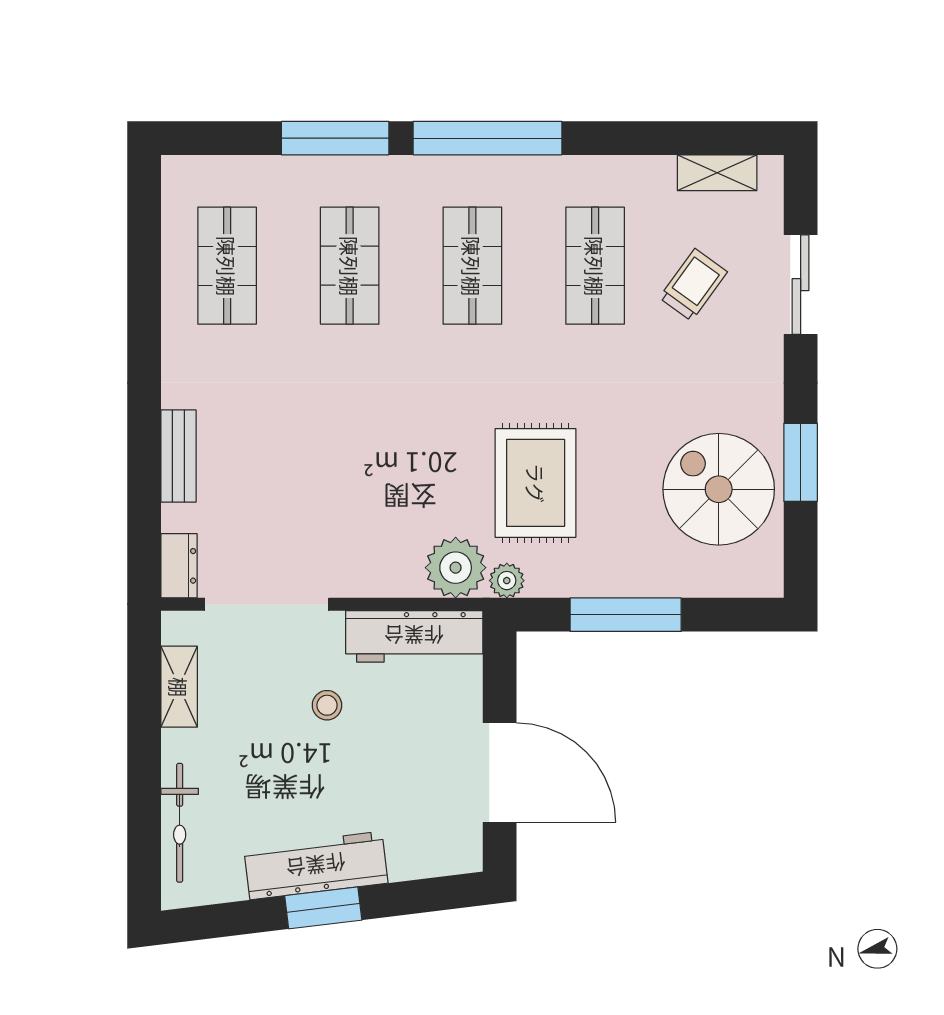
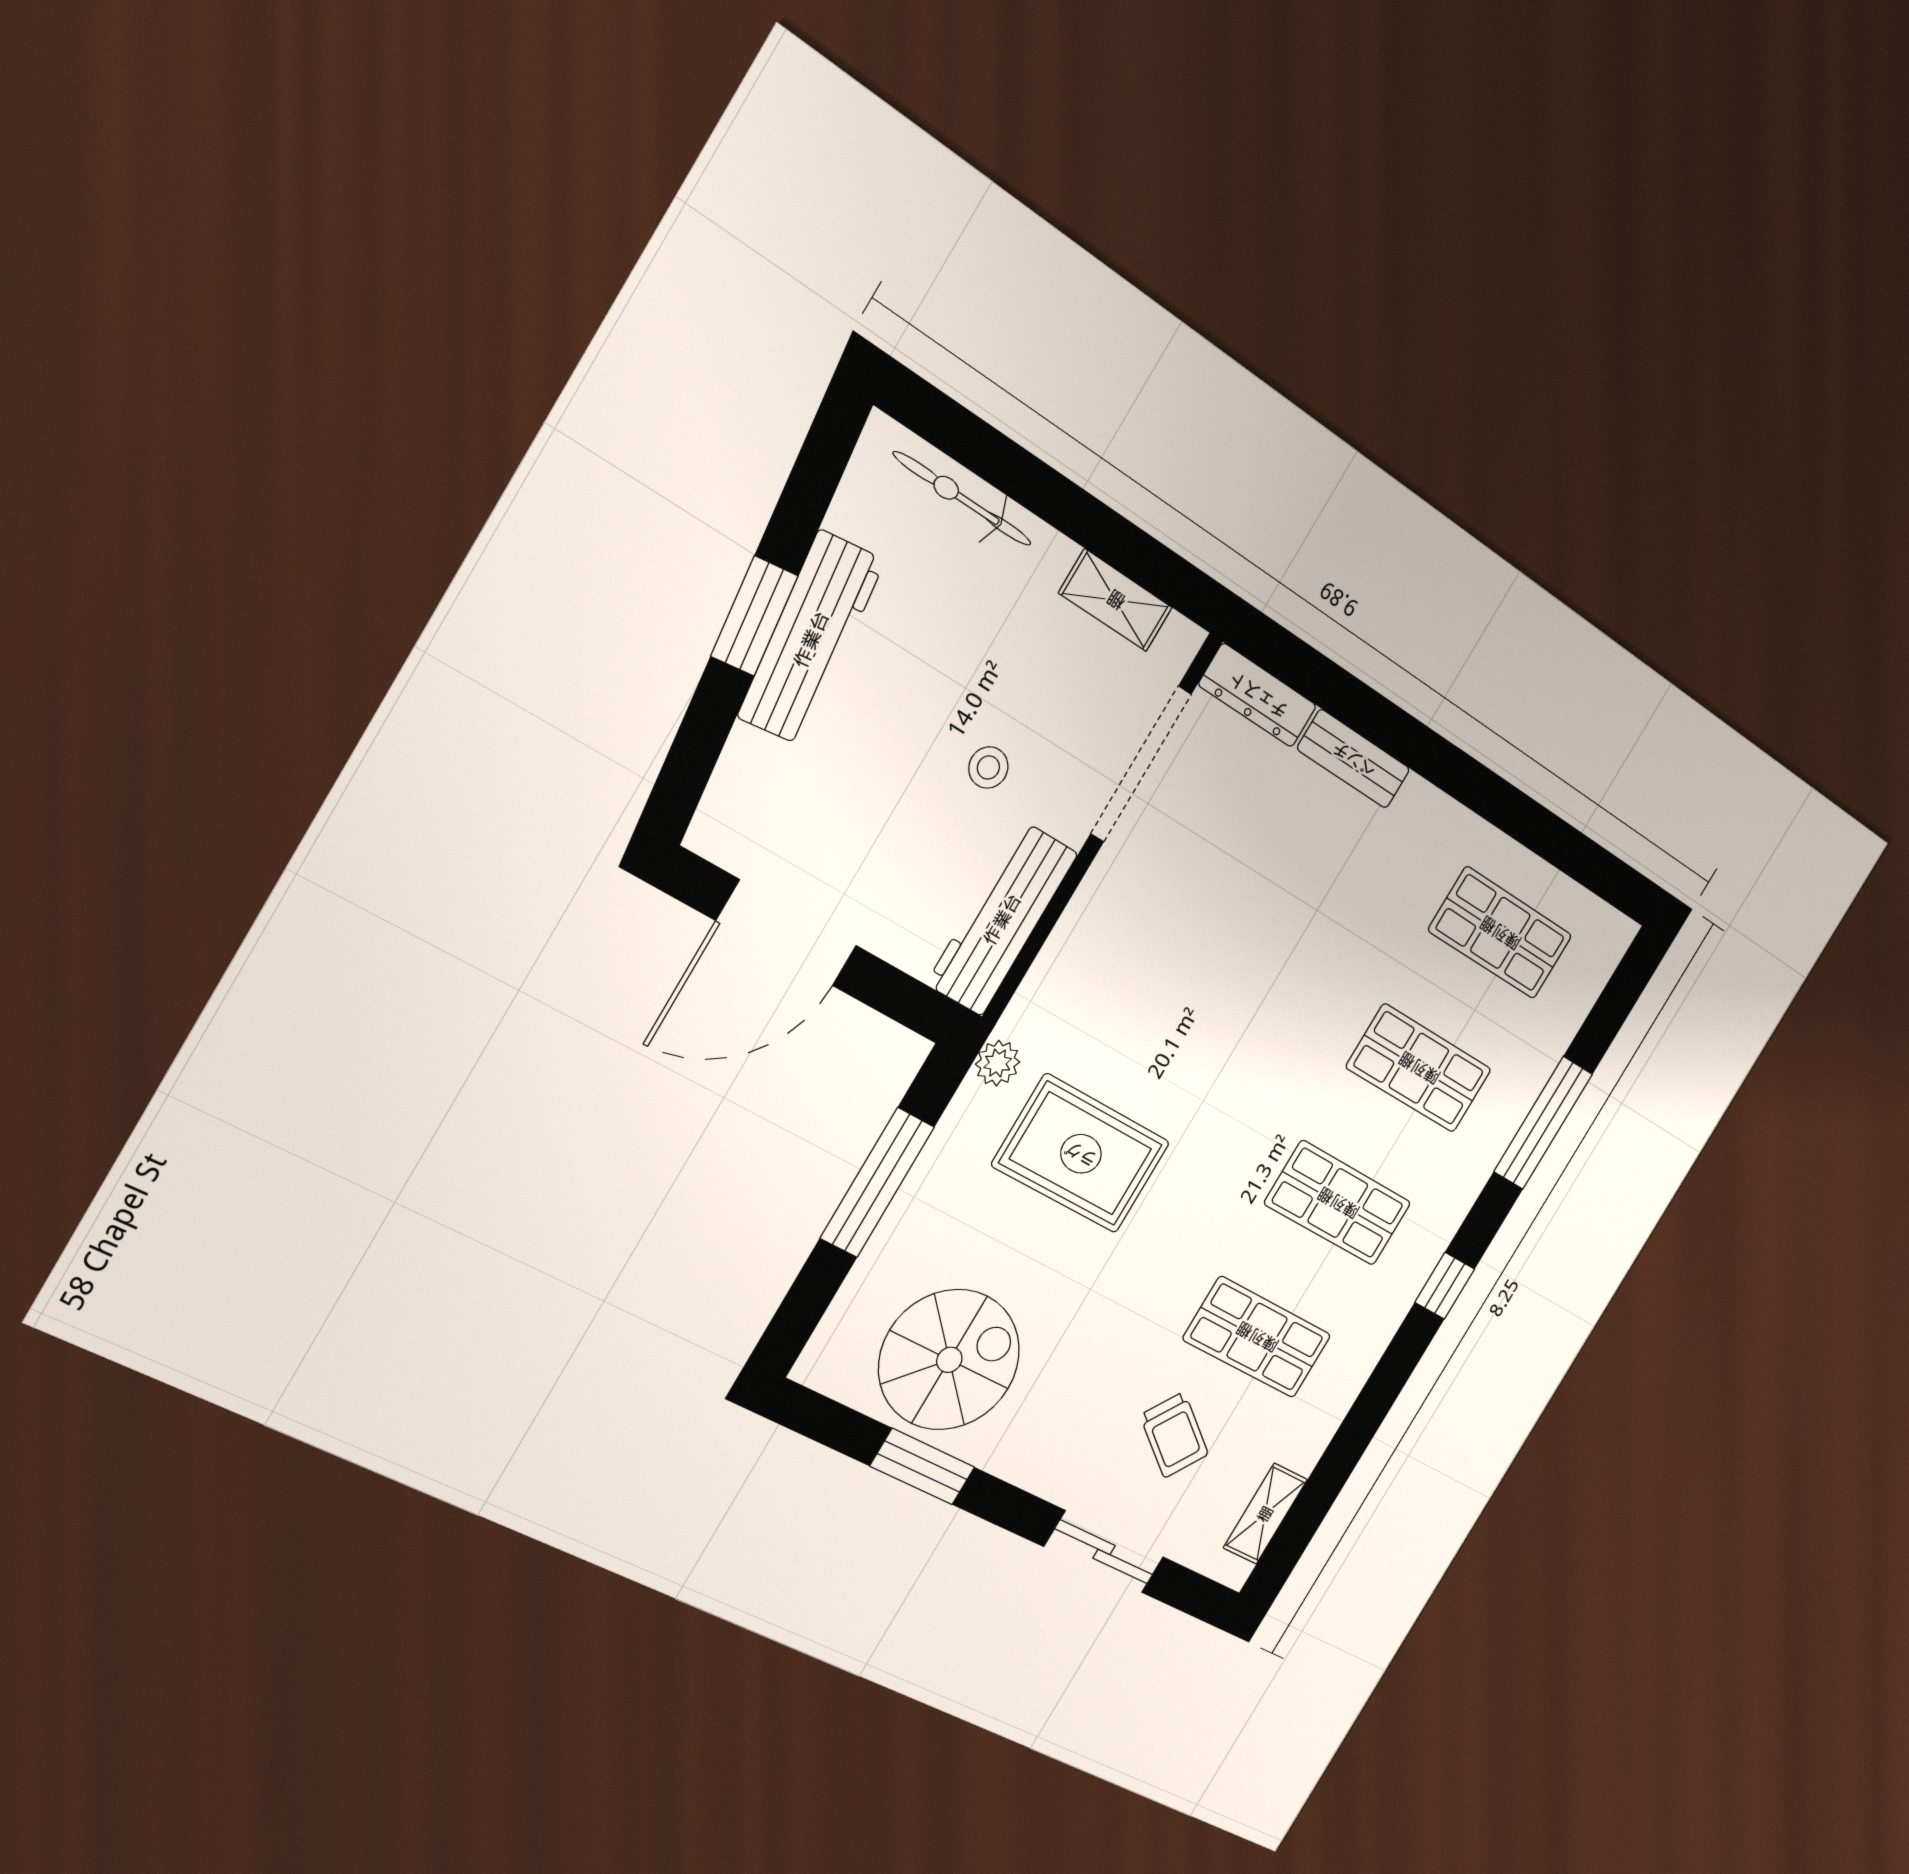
window: (487, 138) -> (1445, 1286), width x0.32
dresser: (179, 566) -> (1258, 695), width x1.44
plant: (456, 568) -> (1047, 1011), removed

